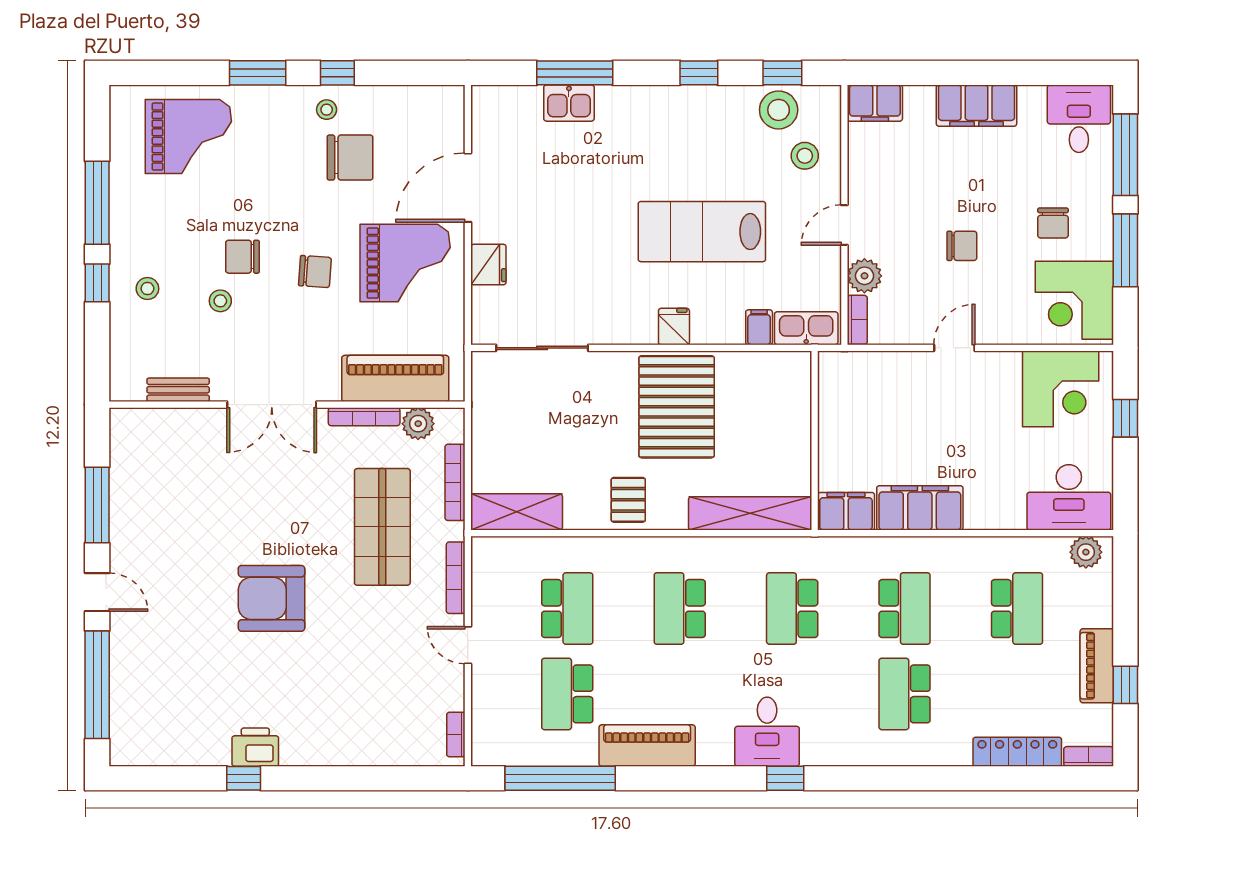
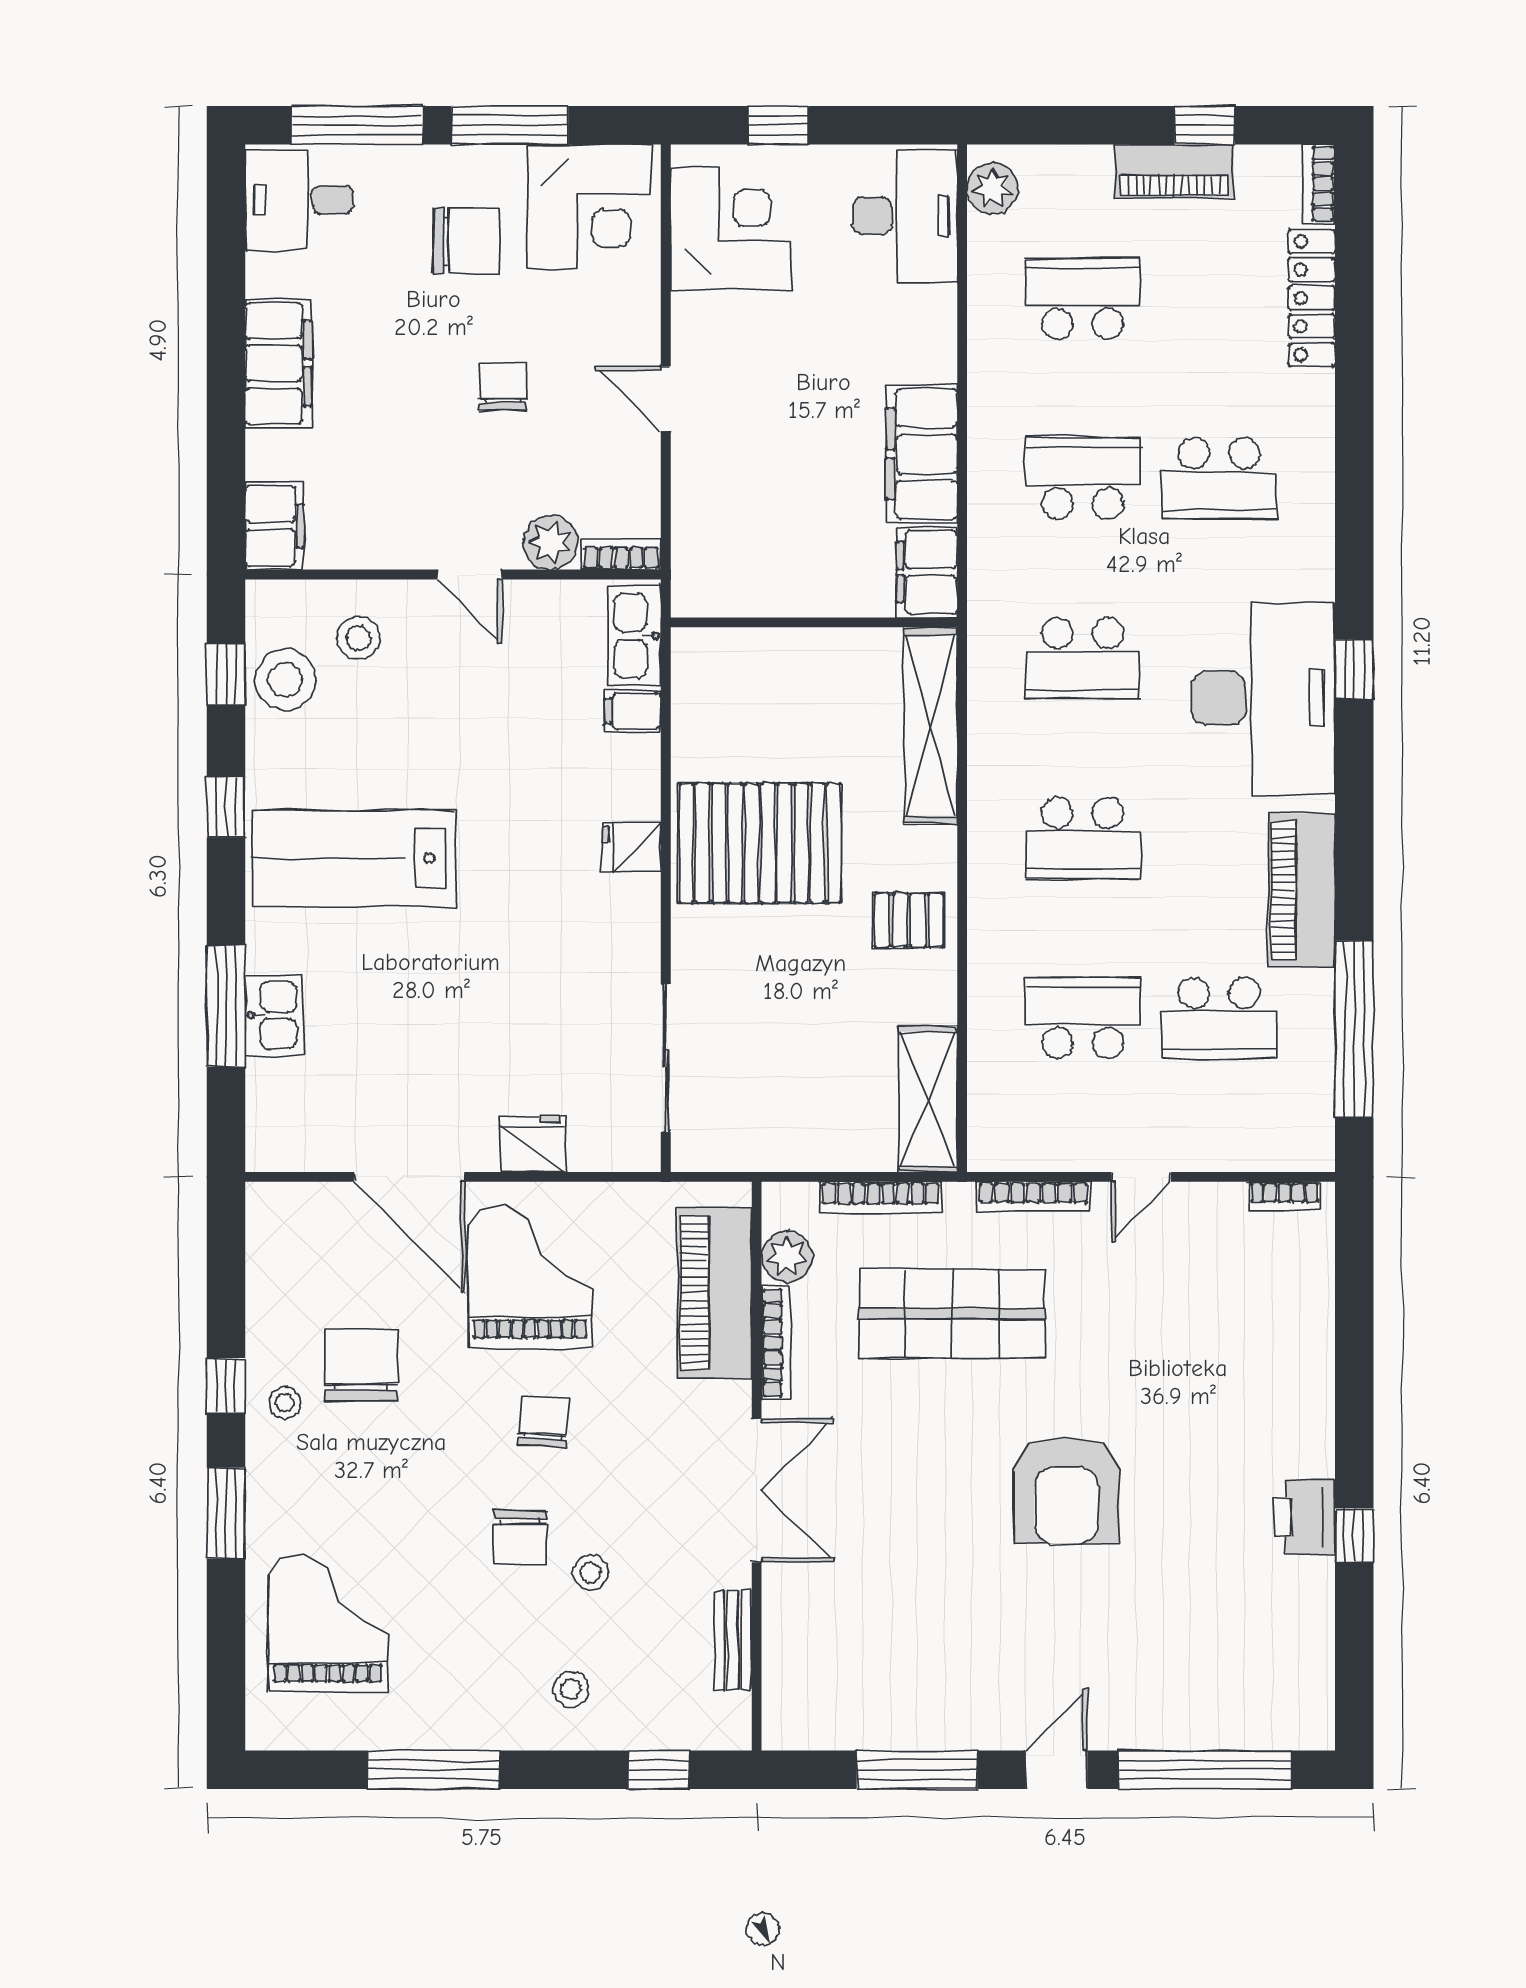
chair: (1053, 223) -> (466, 241), width x1.37, depth x1.37
lab bench: (702, 232) -> (354, 858), moved, turned 90
window: (97, 283) -> (659, 1770), moved
desk: (767, 732) -> (1263, 698), width x1.87, depth x1.30

